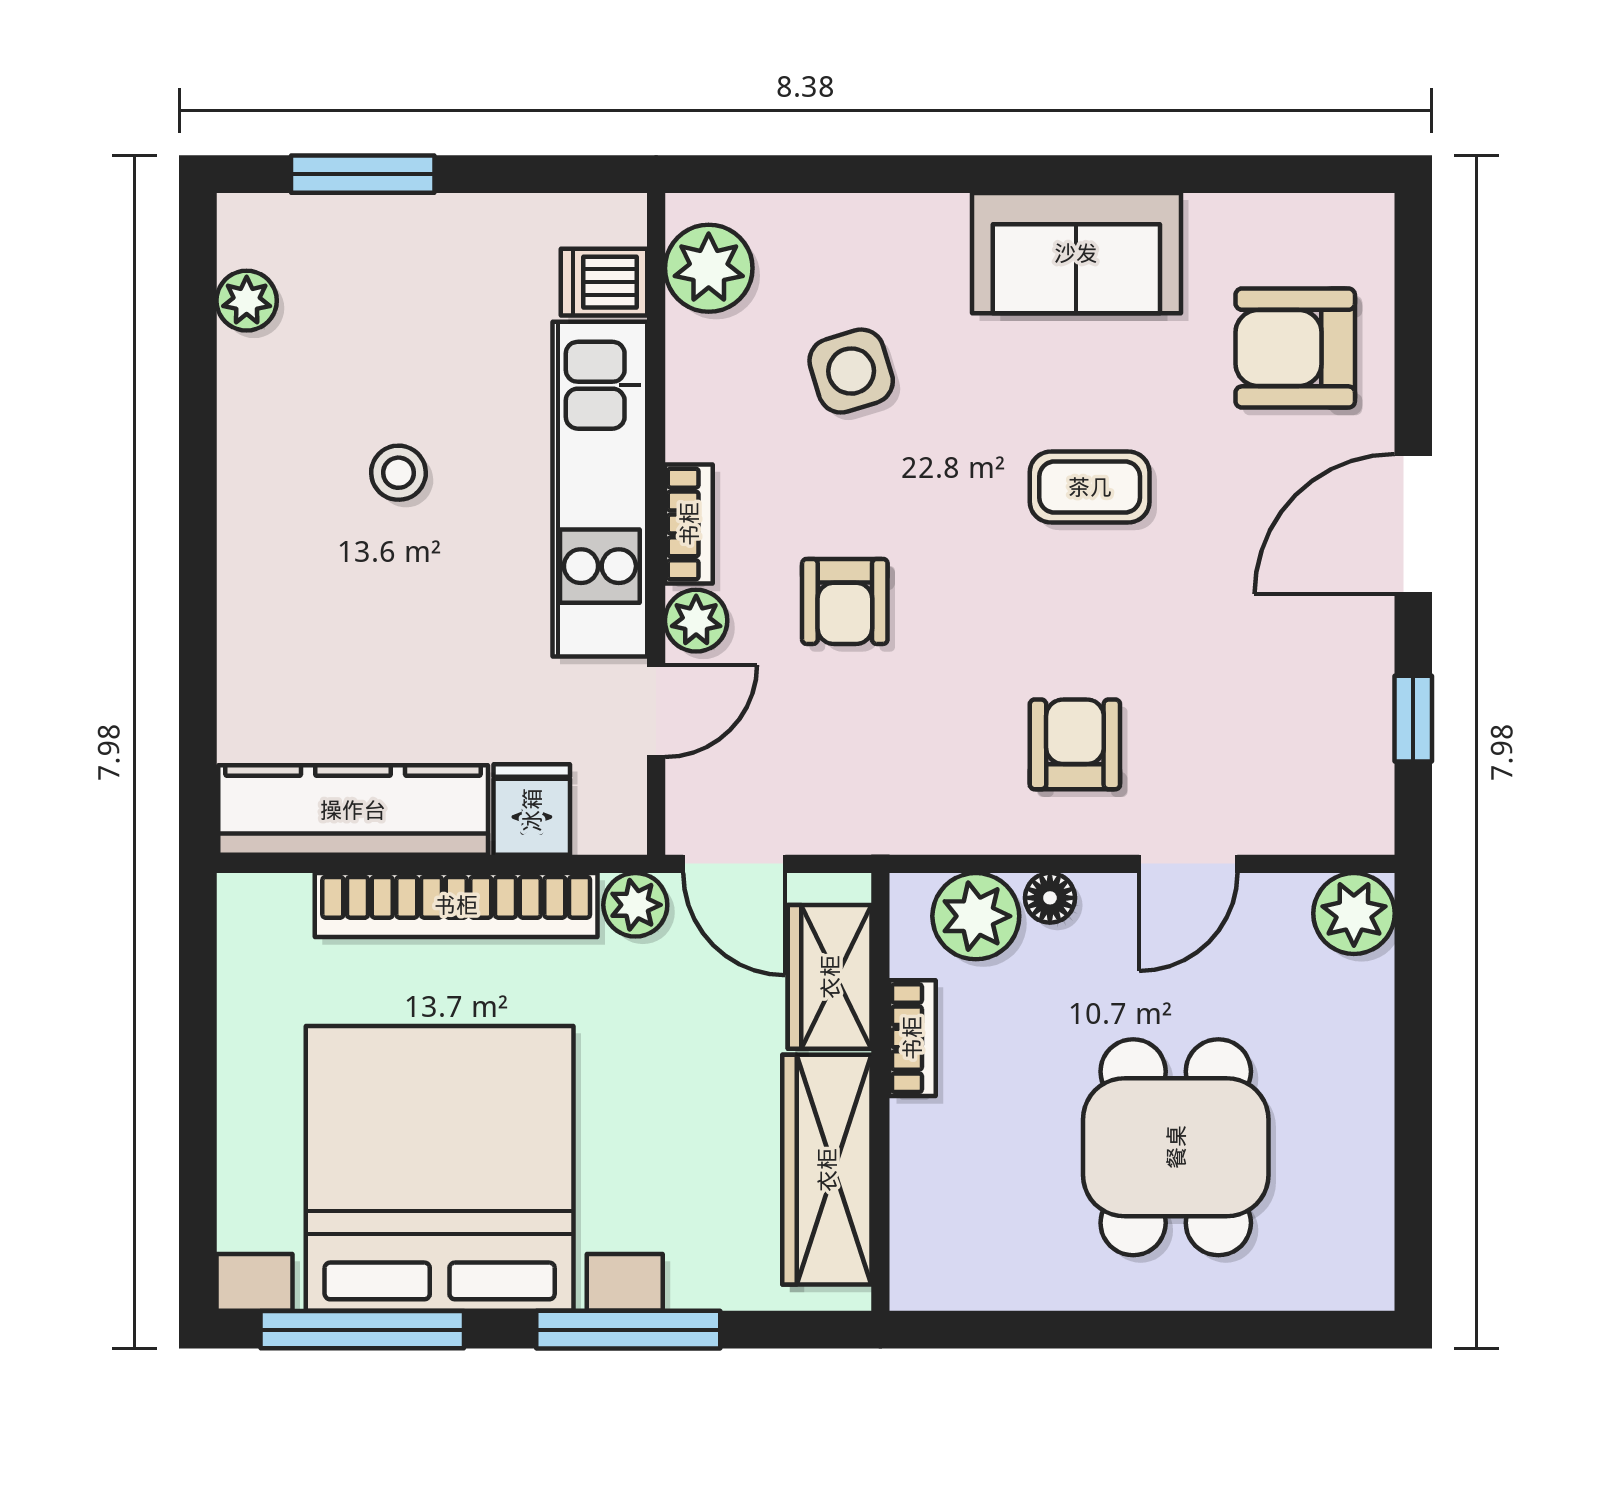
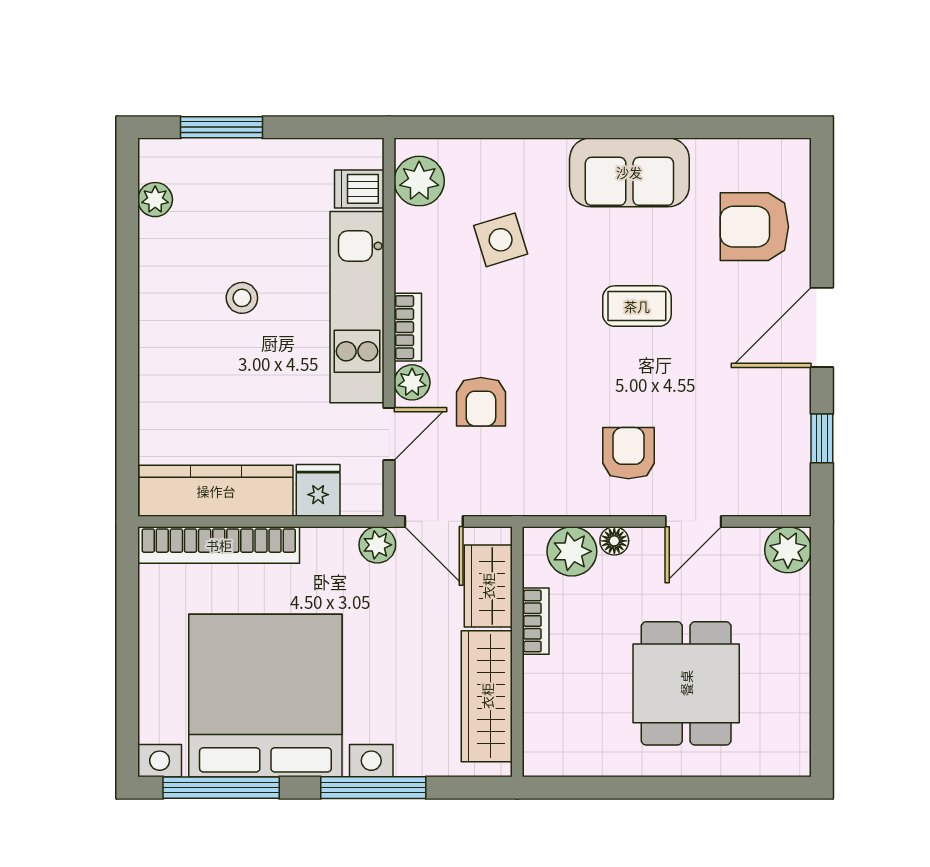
armchair: (845, 601) -> (481, 402), moved
bookcase: (456, 905) -> (219, 545), moved

